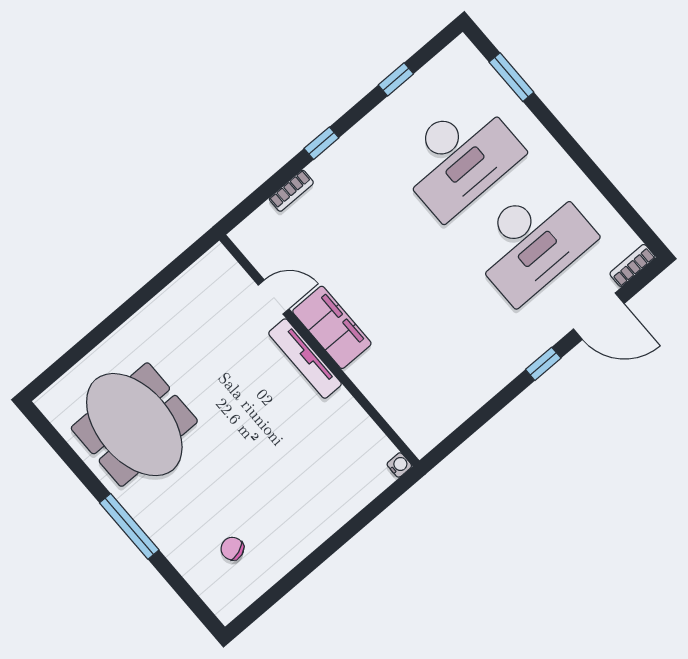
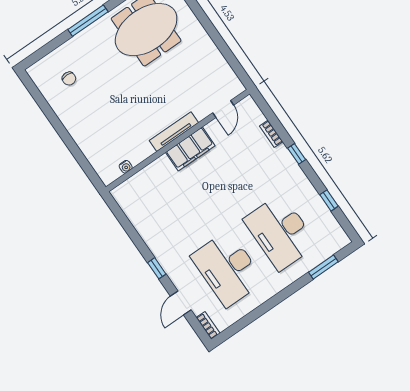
door: (274, 297) -> (223, 109), moved
door: (599, 316) -> (181, 303), width x0.73
water cooler: (399, 465) -> (126, 167), moved
chair: (232, 549) -> (69, 79), turned 110

